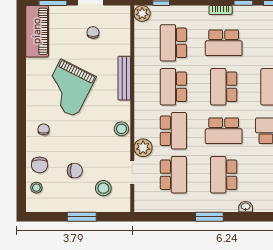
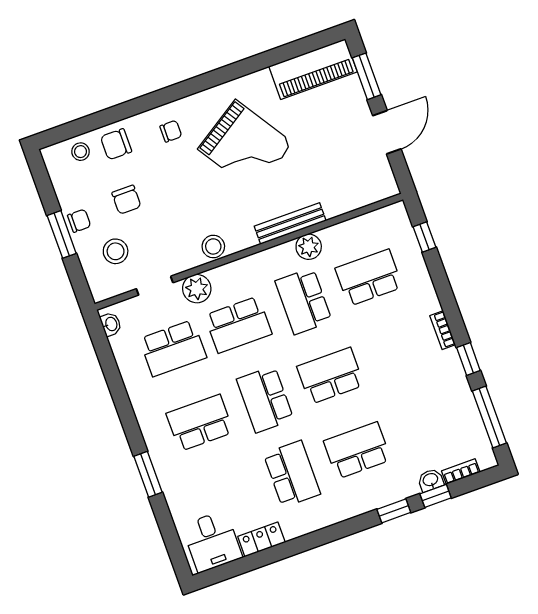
plant: (142, 13) -> (309, 247), moved
chair: (93, 32) -> (79, 221), moved
school desk: (224, 43) -> (396, 352), removed
school desk: (173, 87) -> (304, 301), turned -90
grand piano: (68, 88) -> (245, 146), turned -150
washbasin: (246, 207) -> (111, 324), moved
window: (209, 217) -> (148, 474), moved

